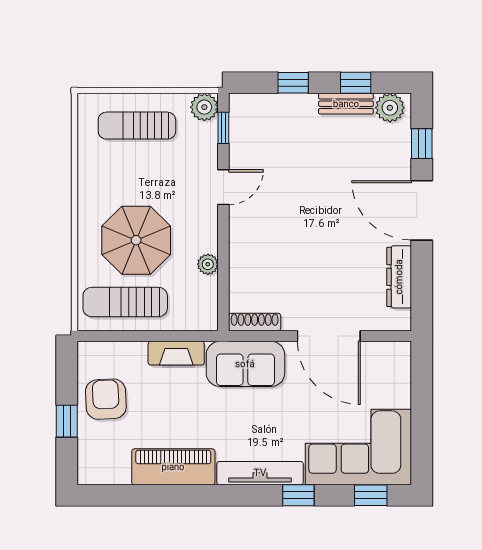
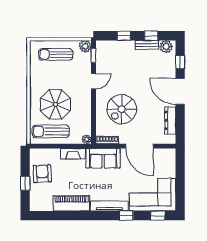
spiral stairs: (288, 251) -> (122, 109), added
plant: (208, 264) -> (87, 139), moved

